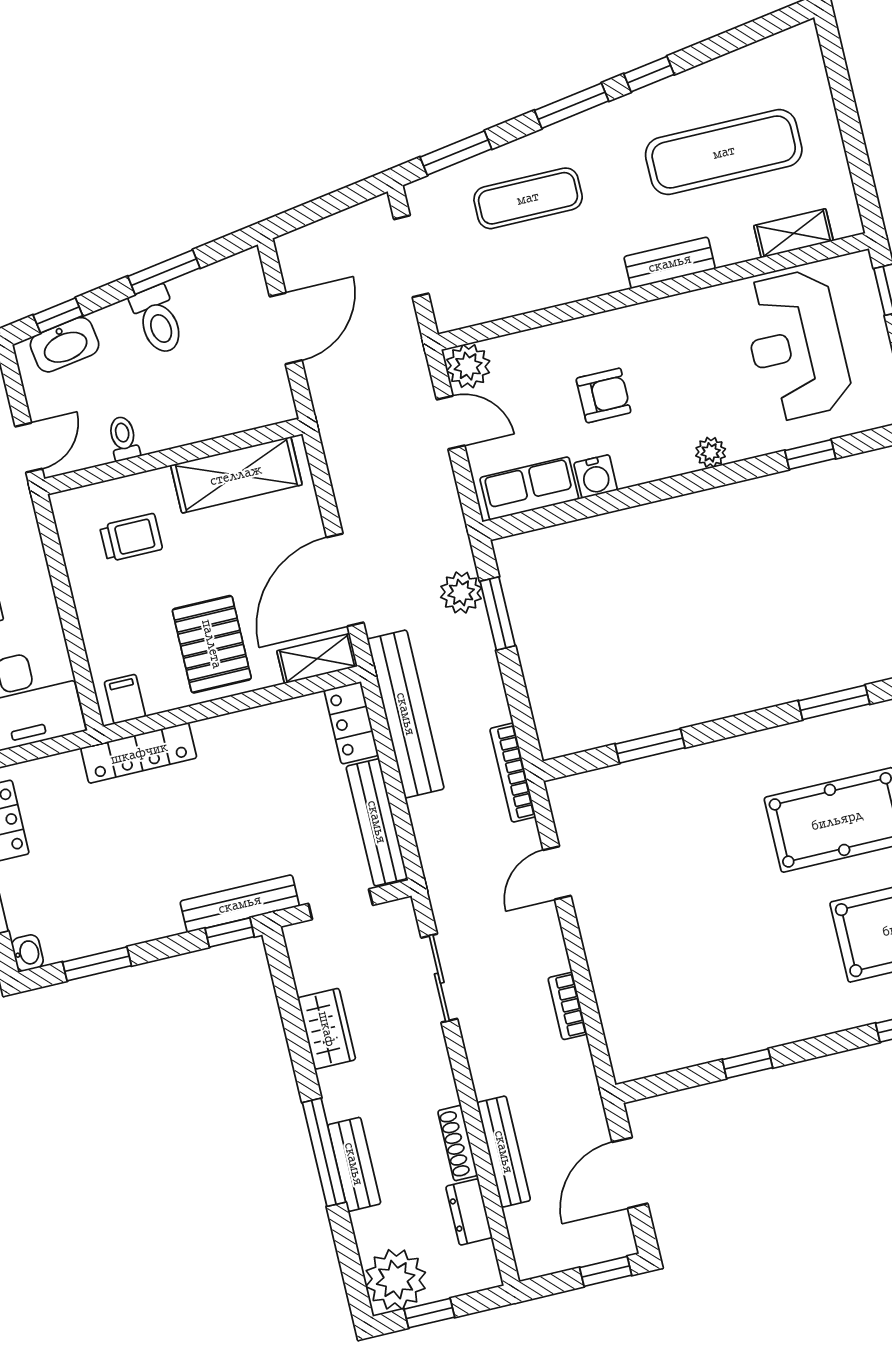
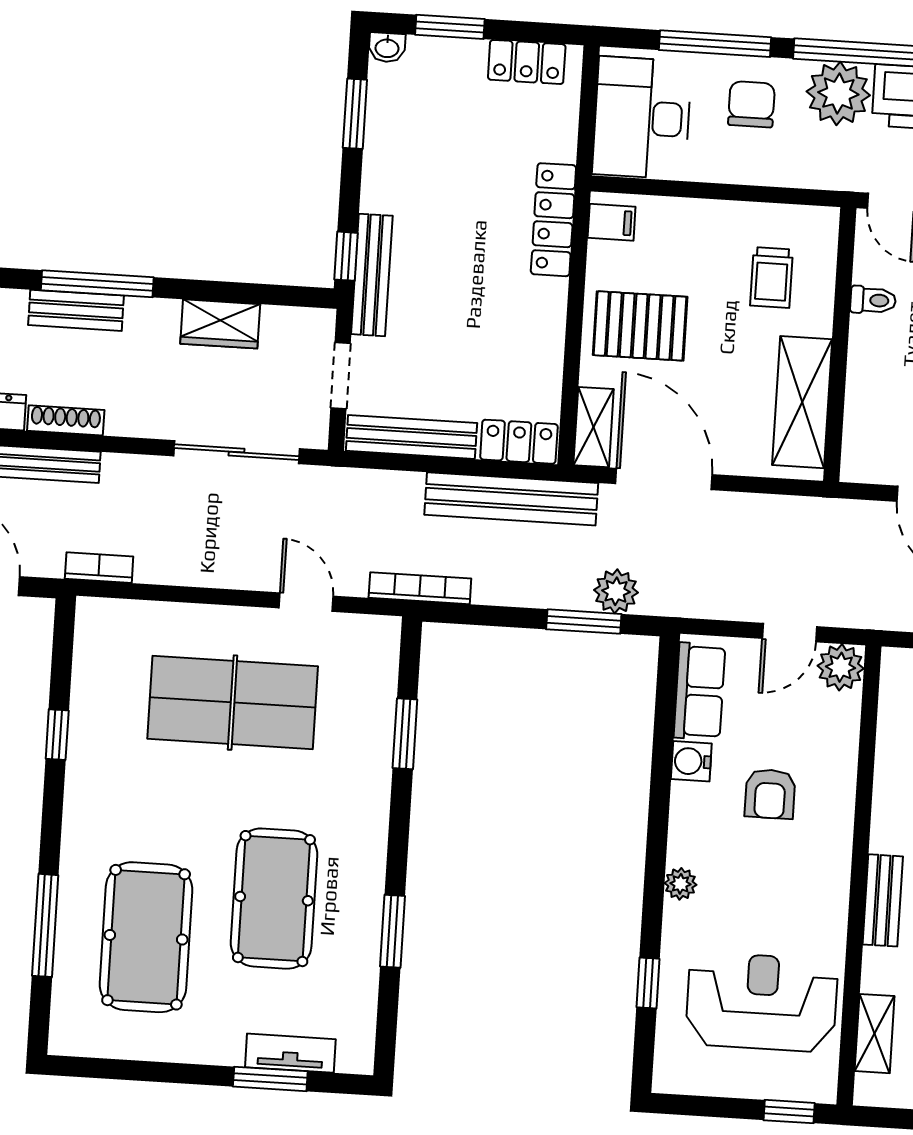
table tennis table: (669, 912) -> (233, 703), added
sliding door: (439, 978) -> (237, 452), width x1.37
bookcase: (567, 1006) -> (99, 568), moved

